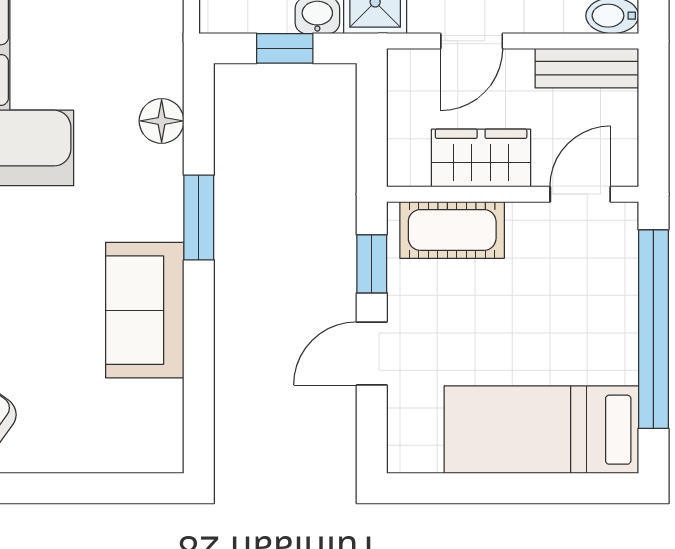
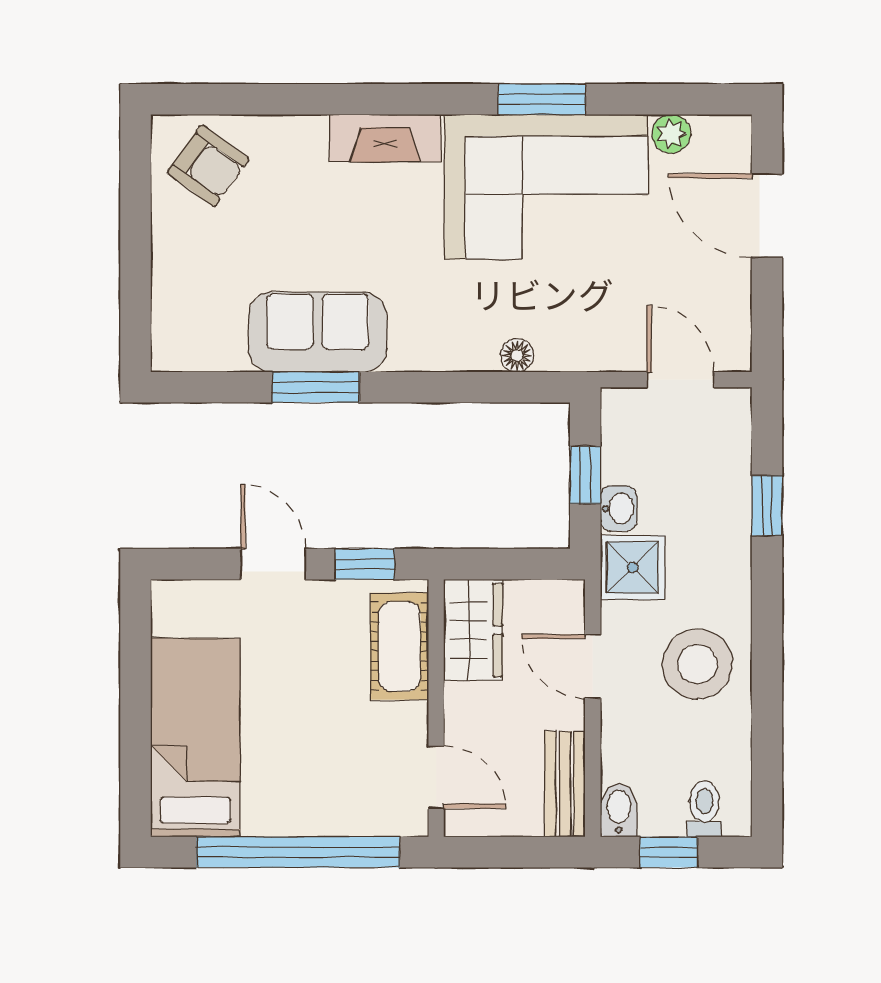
floor lamp: (162, 121) -> (517, 355), width x0.73, depth x0.73
wardrobe: (481, 158) -> (473, 630), moved
window: (199, 218) -> (316, 387), moved

